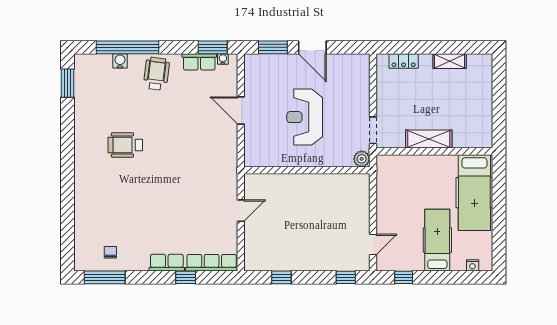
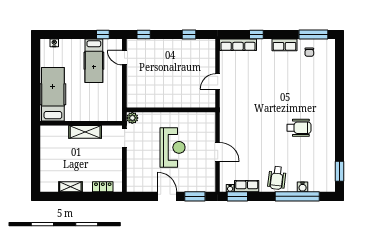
hospital bed: (437, 240) -> (94, 61), moved
door: (373, 244) -> (124, 58), hinge flipped
row of seats: (167, 263) -> (285, 45), moved

